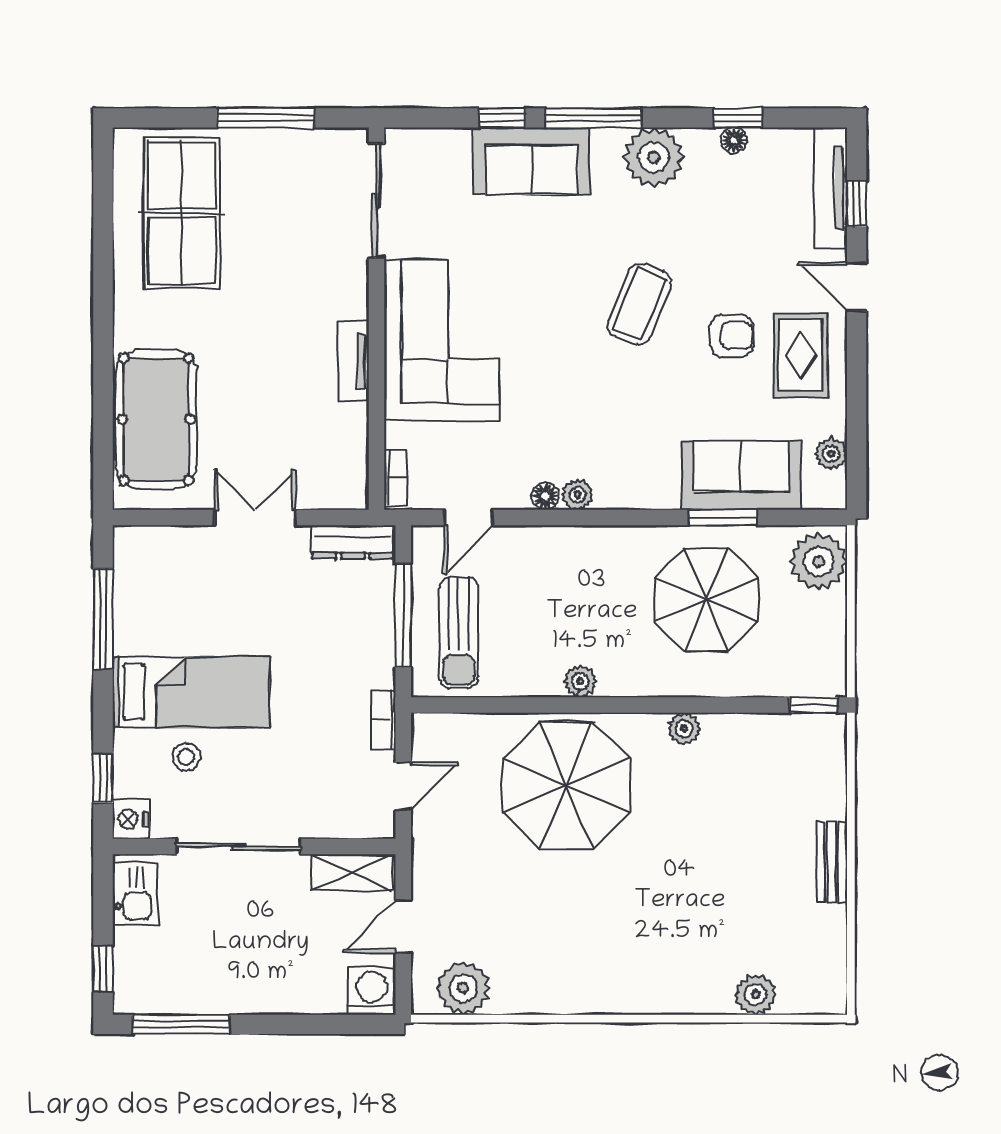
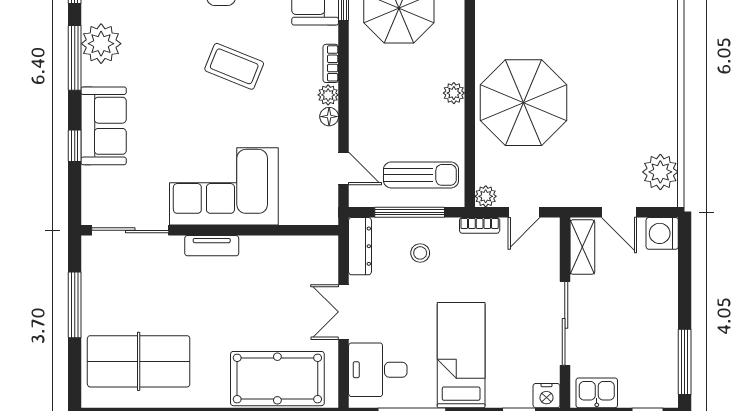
window: (593, 118) -> (75, 58), moved
coffee table: (640, 304) -> (234, 66), moved
tv unit: (354, 361) -> (212, 246), moved
bookcase: (396, 477) -> (331, 63), moved, turned -90
desk: (169, 568) -> (378, 370), added
plant: (684, 729) -> (486, 196), moved
stool: (186, 757) -> (420, 253), moved
door: (403, 786) -> (524, 212), swing flipped

